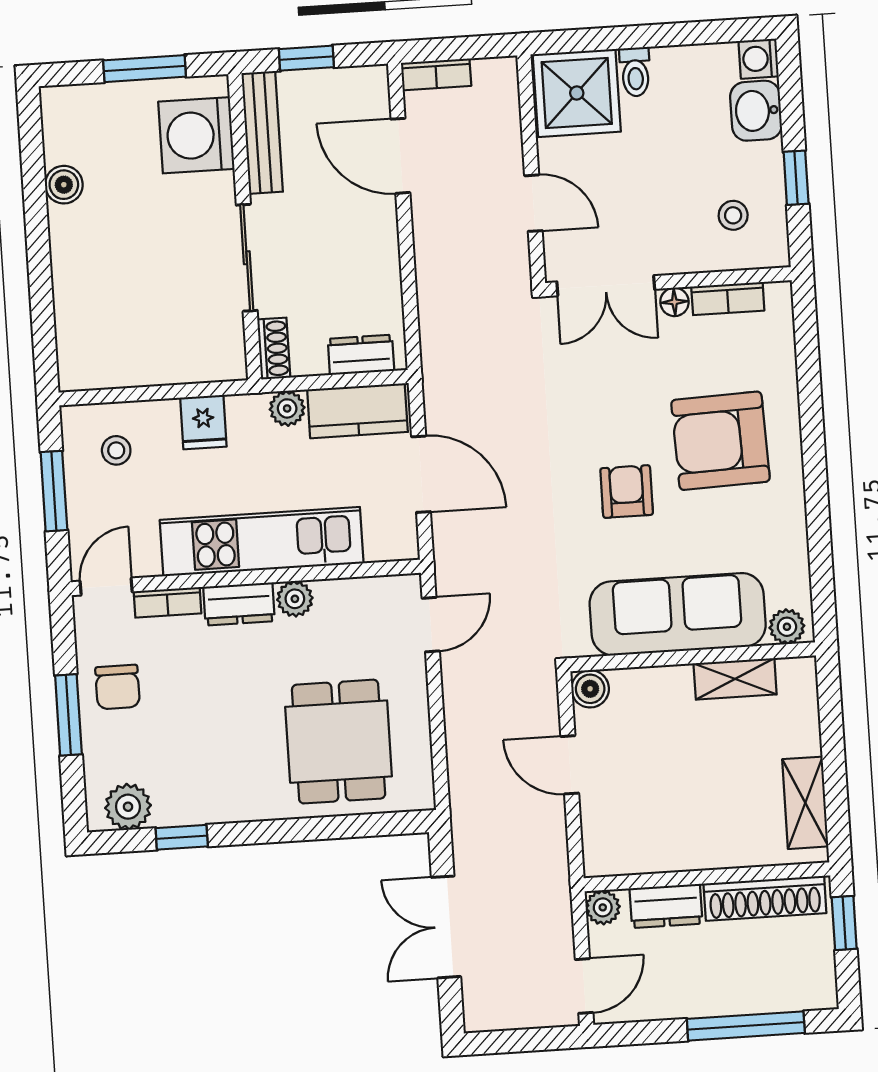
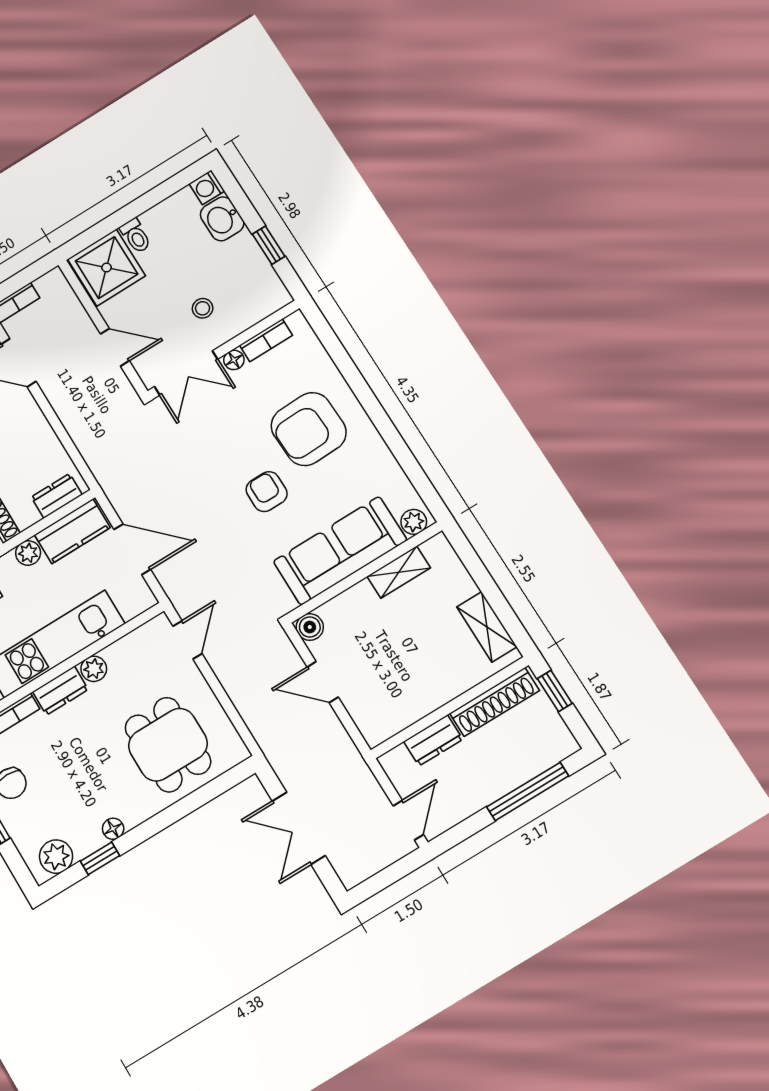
stool: (733, 215) -> (203, 308), moved
floor lamp: (217, 809) -> (113, 829), added
plant: (603, 907) -> (393, 763), removed

